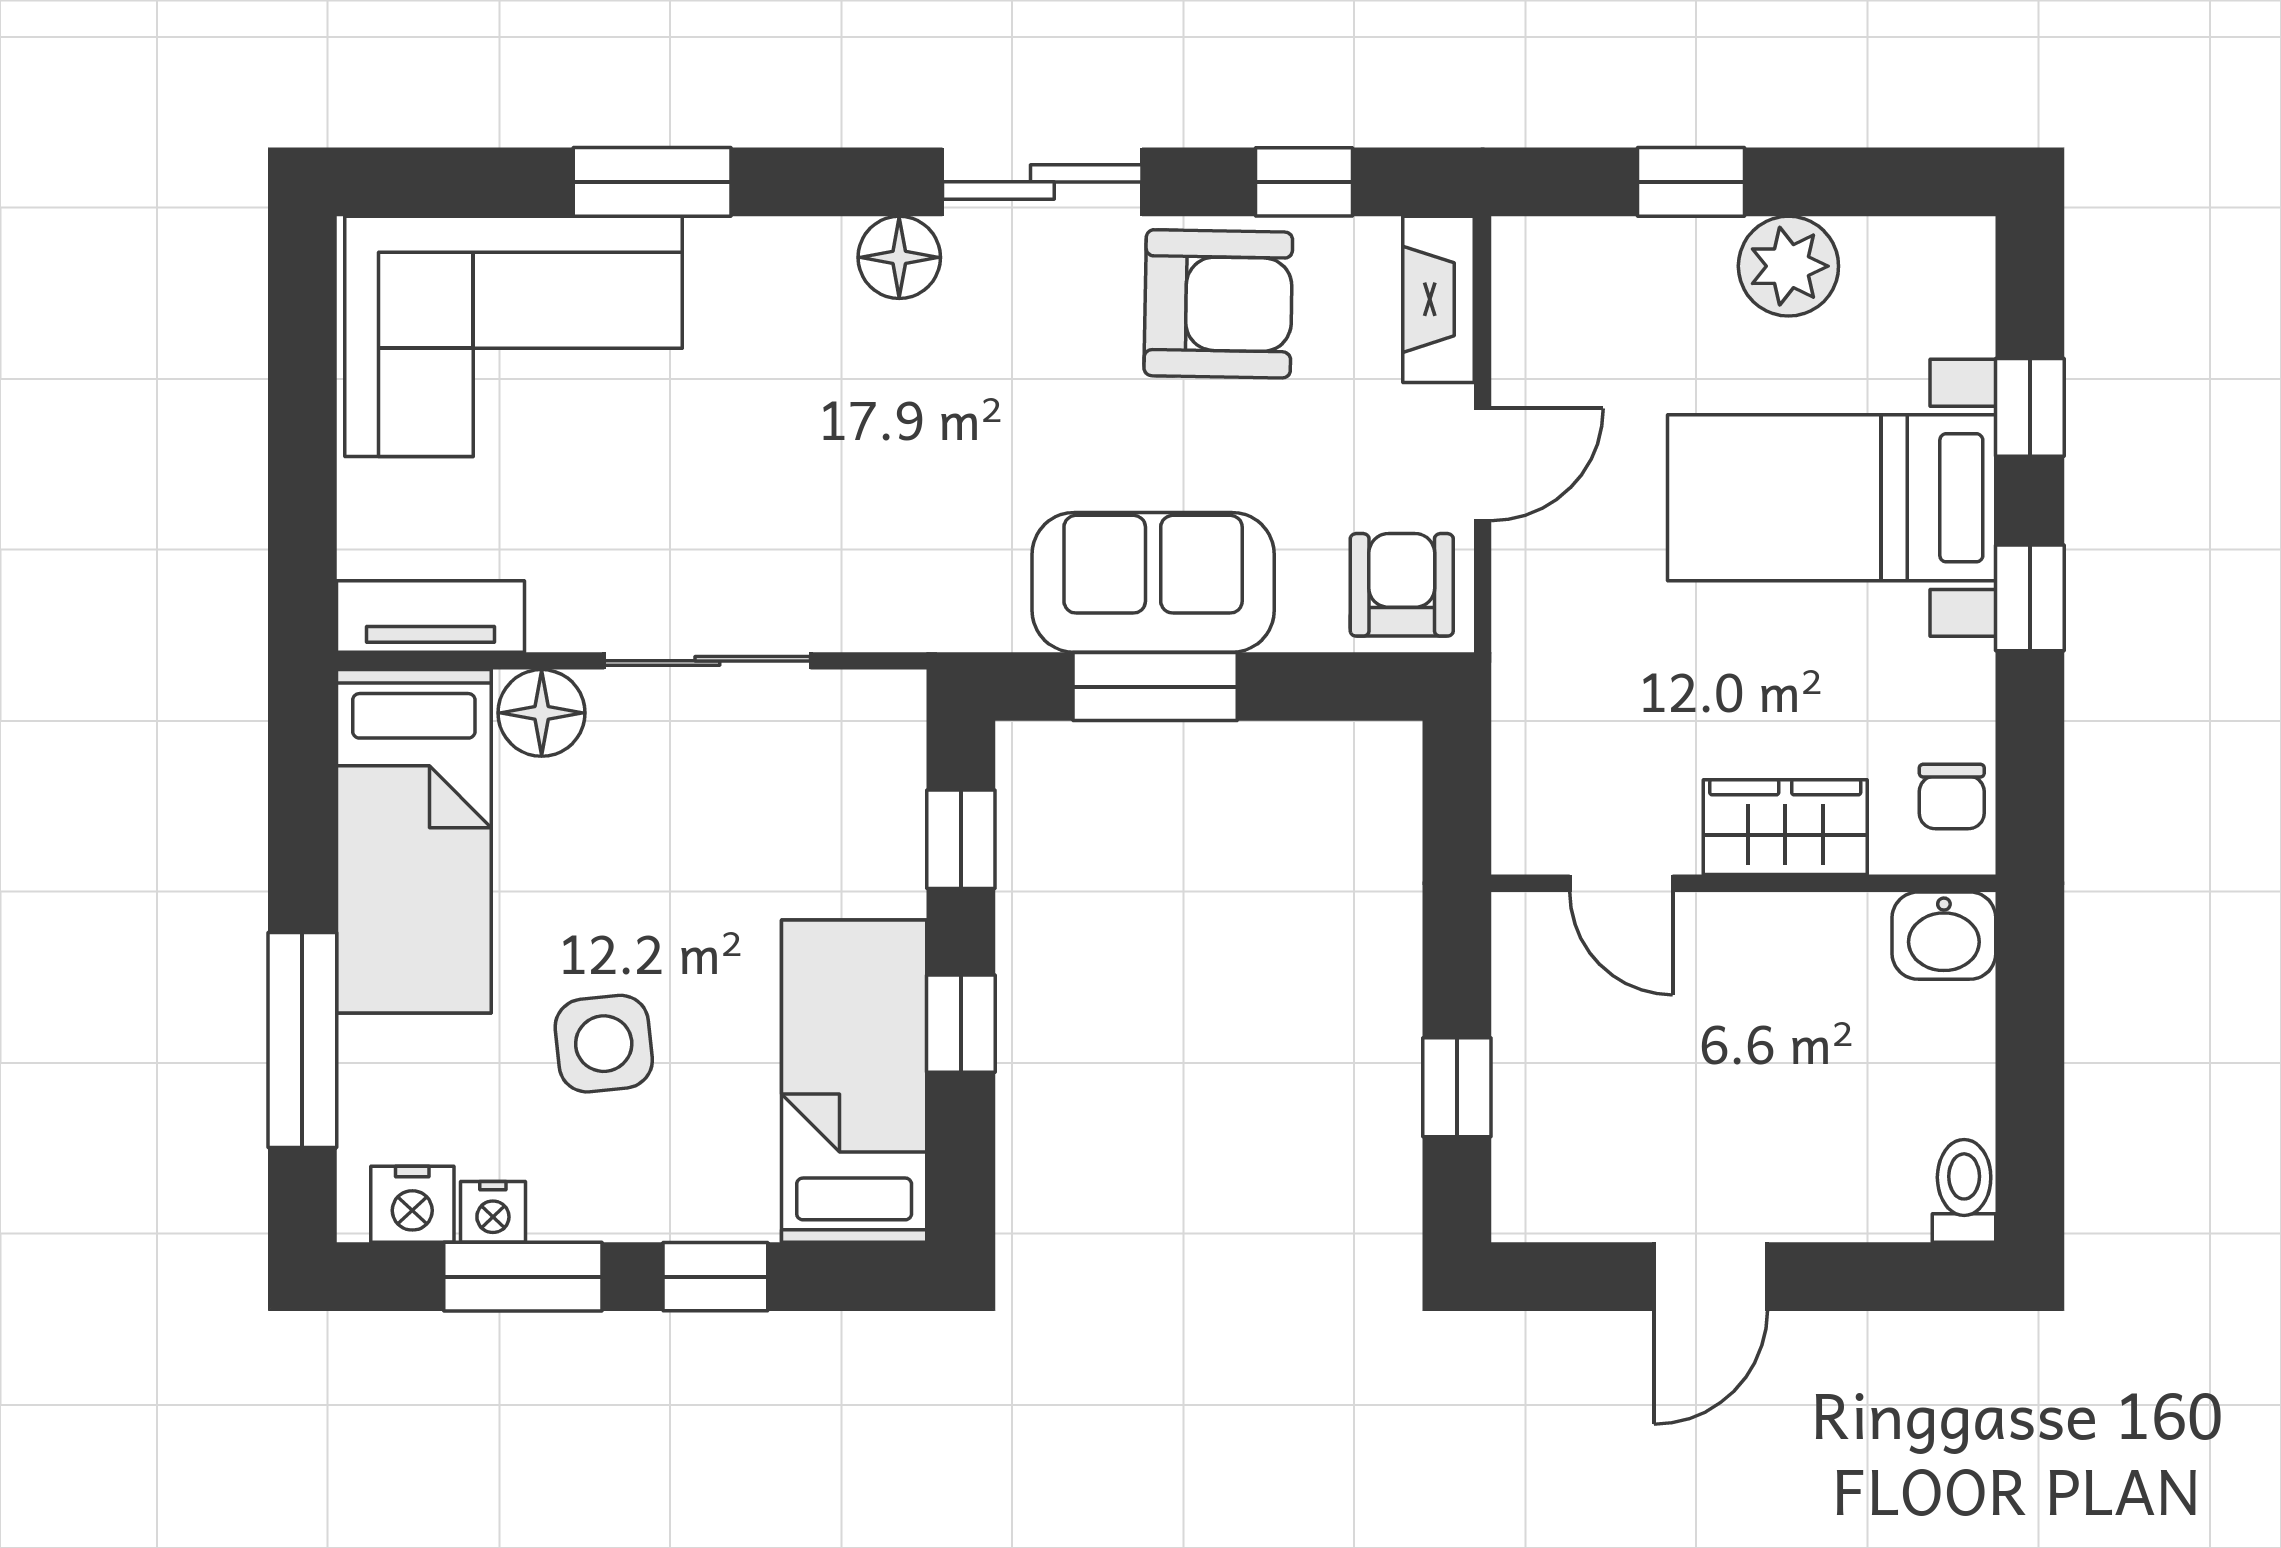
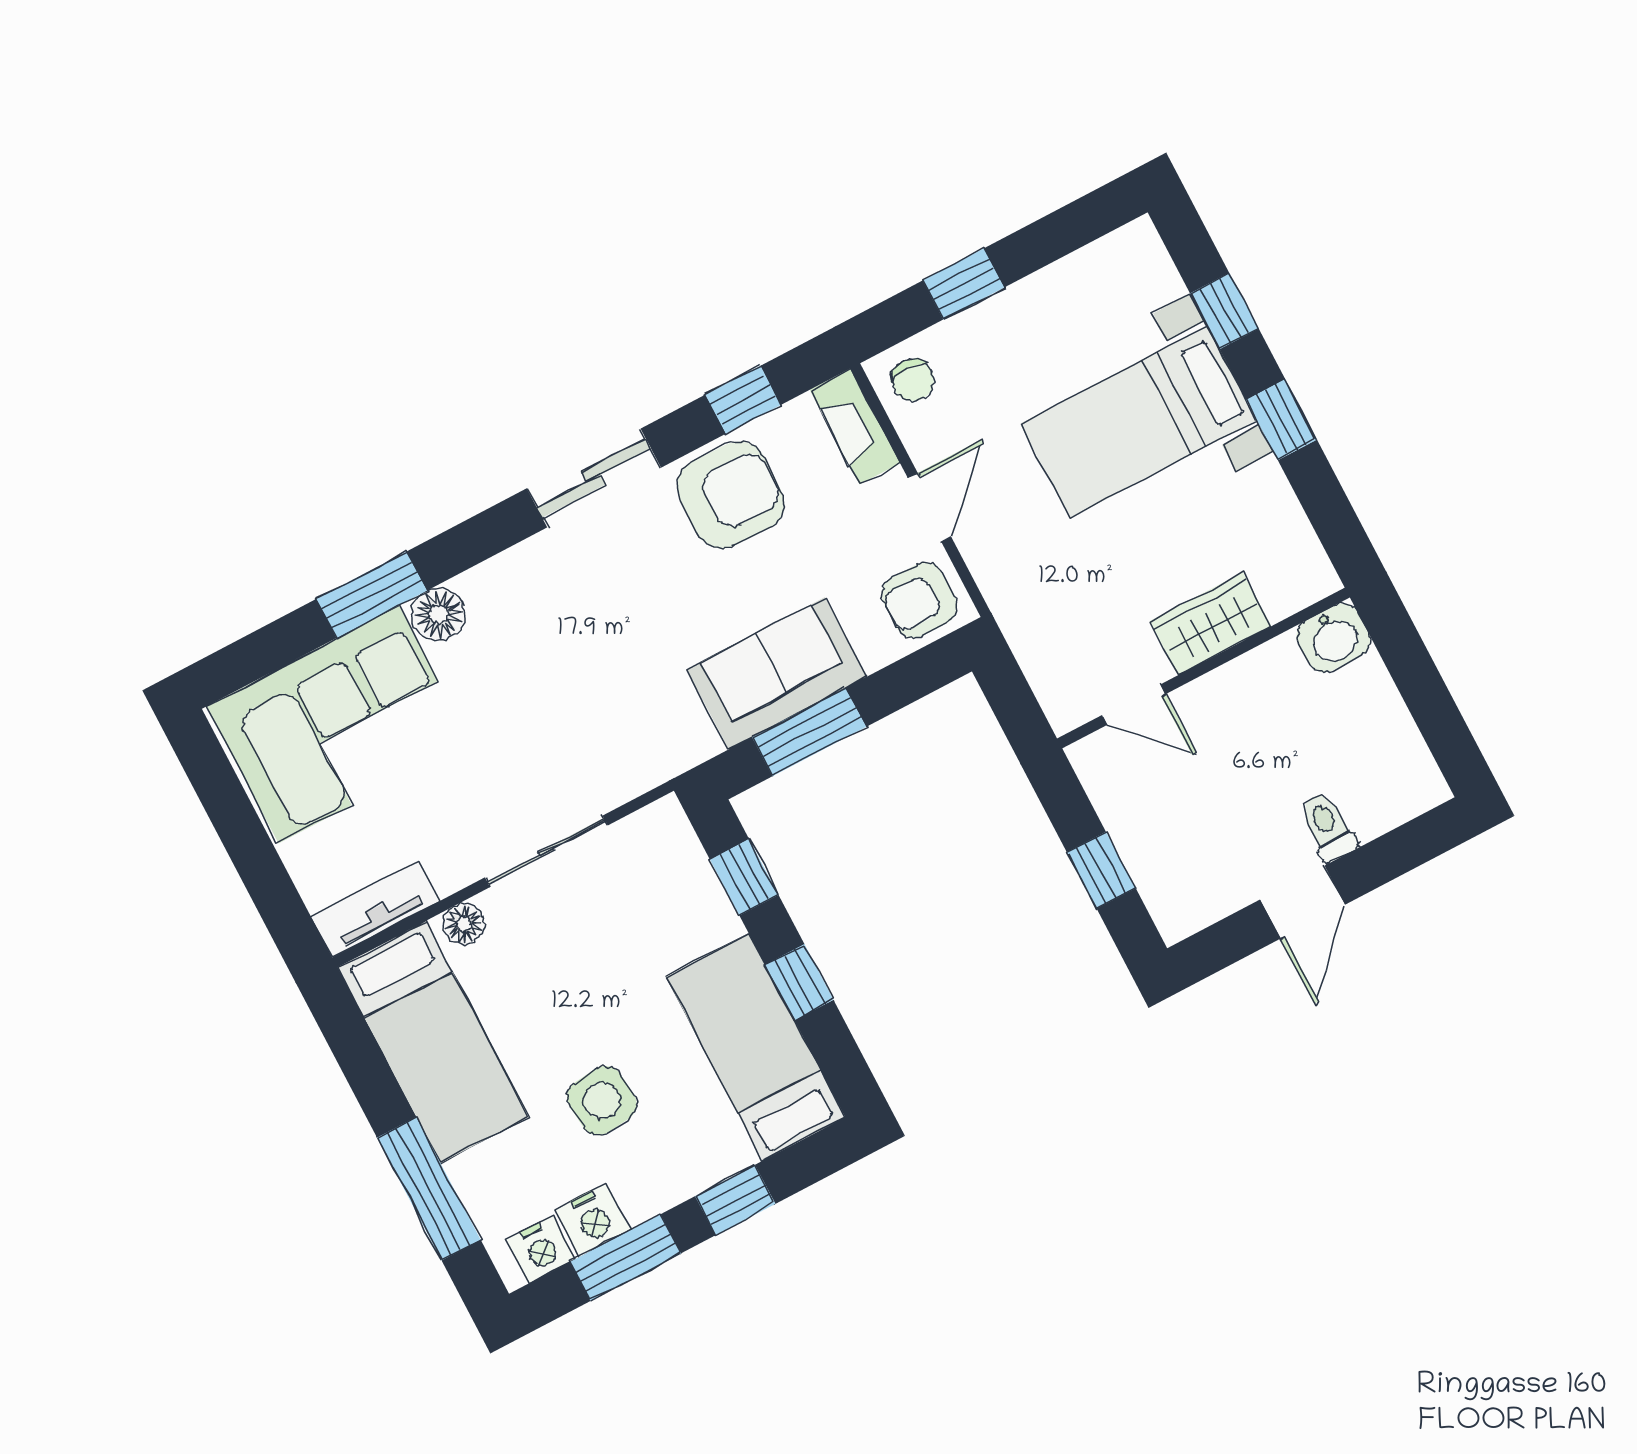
floor lamp: (899, 257) -> (439, 615), moved
plant: (1788, 266) -> (1044, 303), removed
armchair: (1402, 585) -> (919, 600), turned -90
floor lamp: (542, 713) -> (464, 924), width x0.73, depth x0.73
chair: (1952, 796) -> (913, 380), moved
toilet: (1964, 1191) -> (1328, 827), moved
nightstand: (493, 1212) -> (593, 1220), width x1.39, depth x1.35

